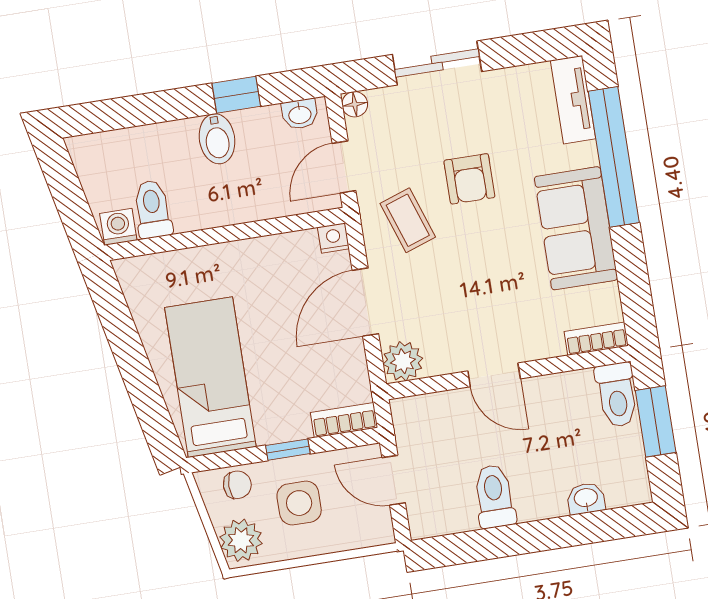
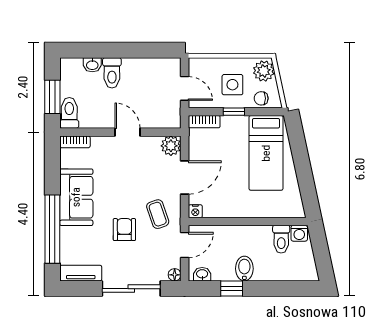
sliding door: (437, 63) -> (131, 289), width x1.37
tv unit: (573, 100) -> (81, 273), moved, turned -90
toilet: (494, 496) -> (112, 73), moved

